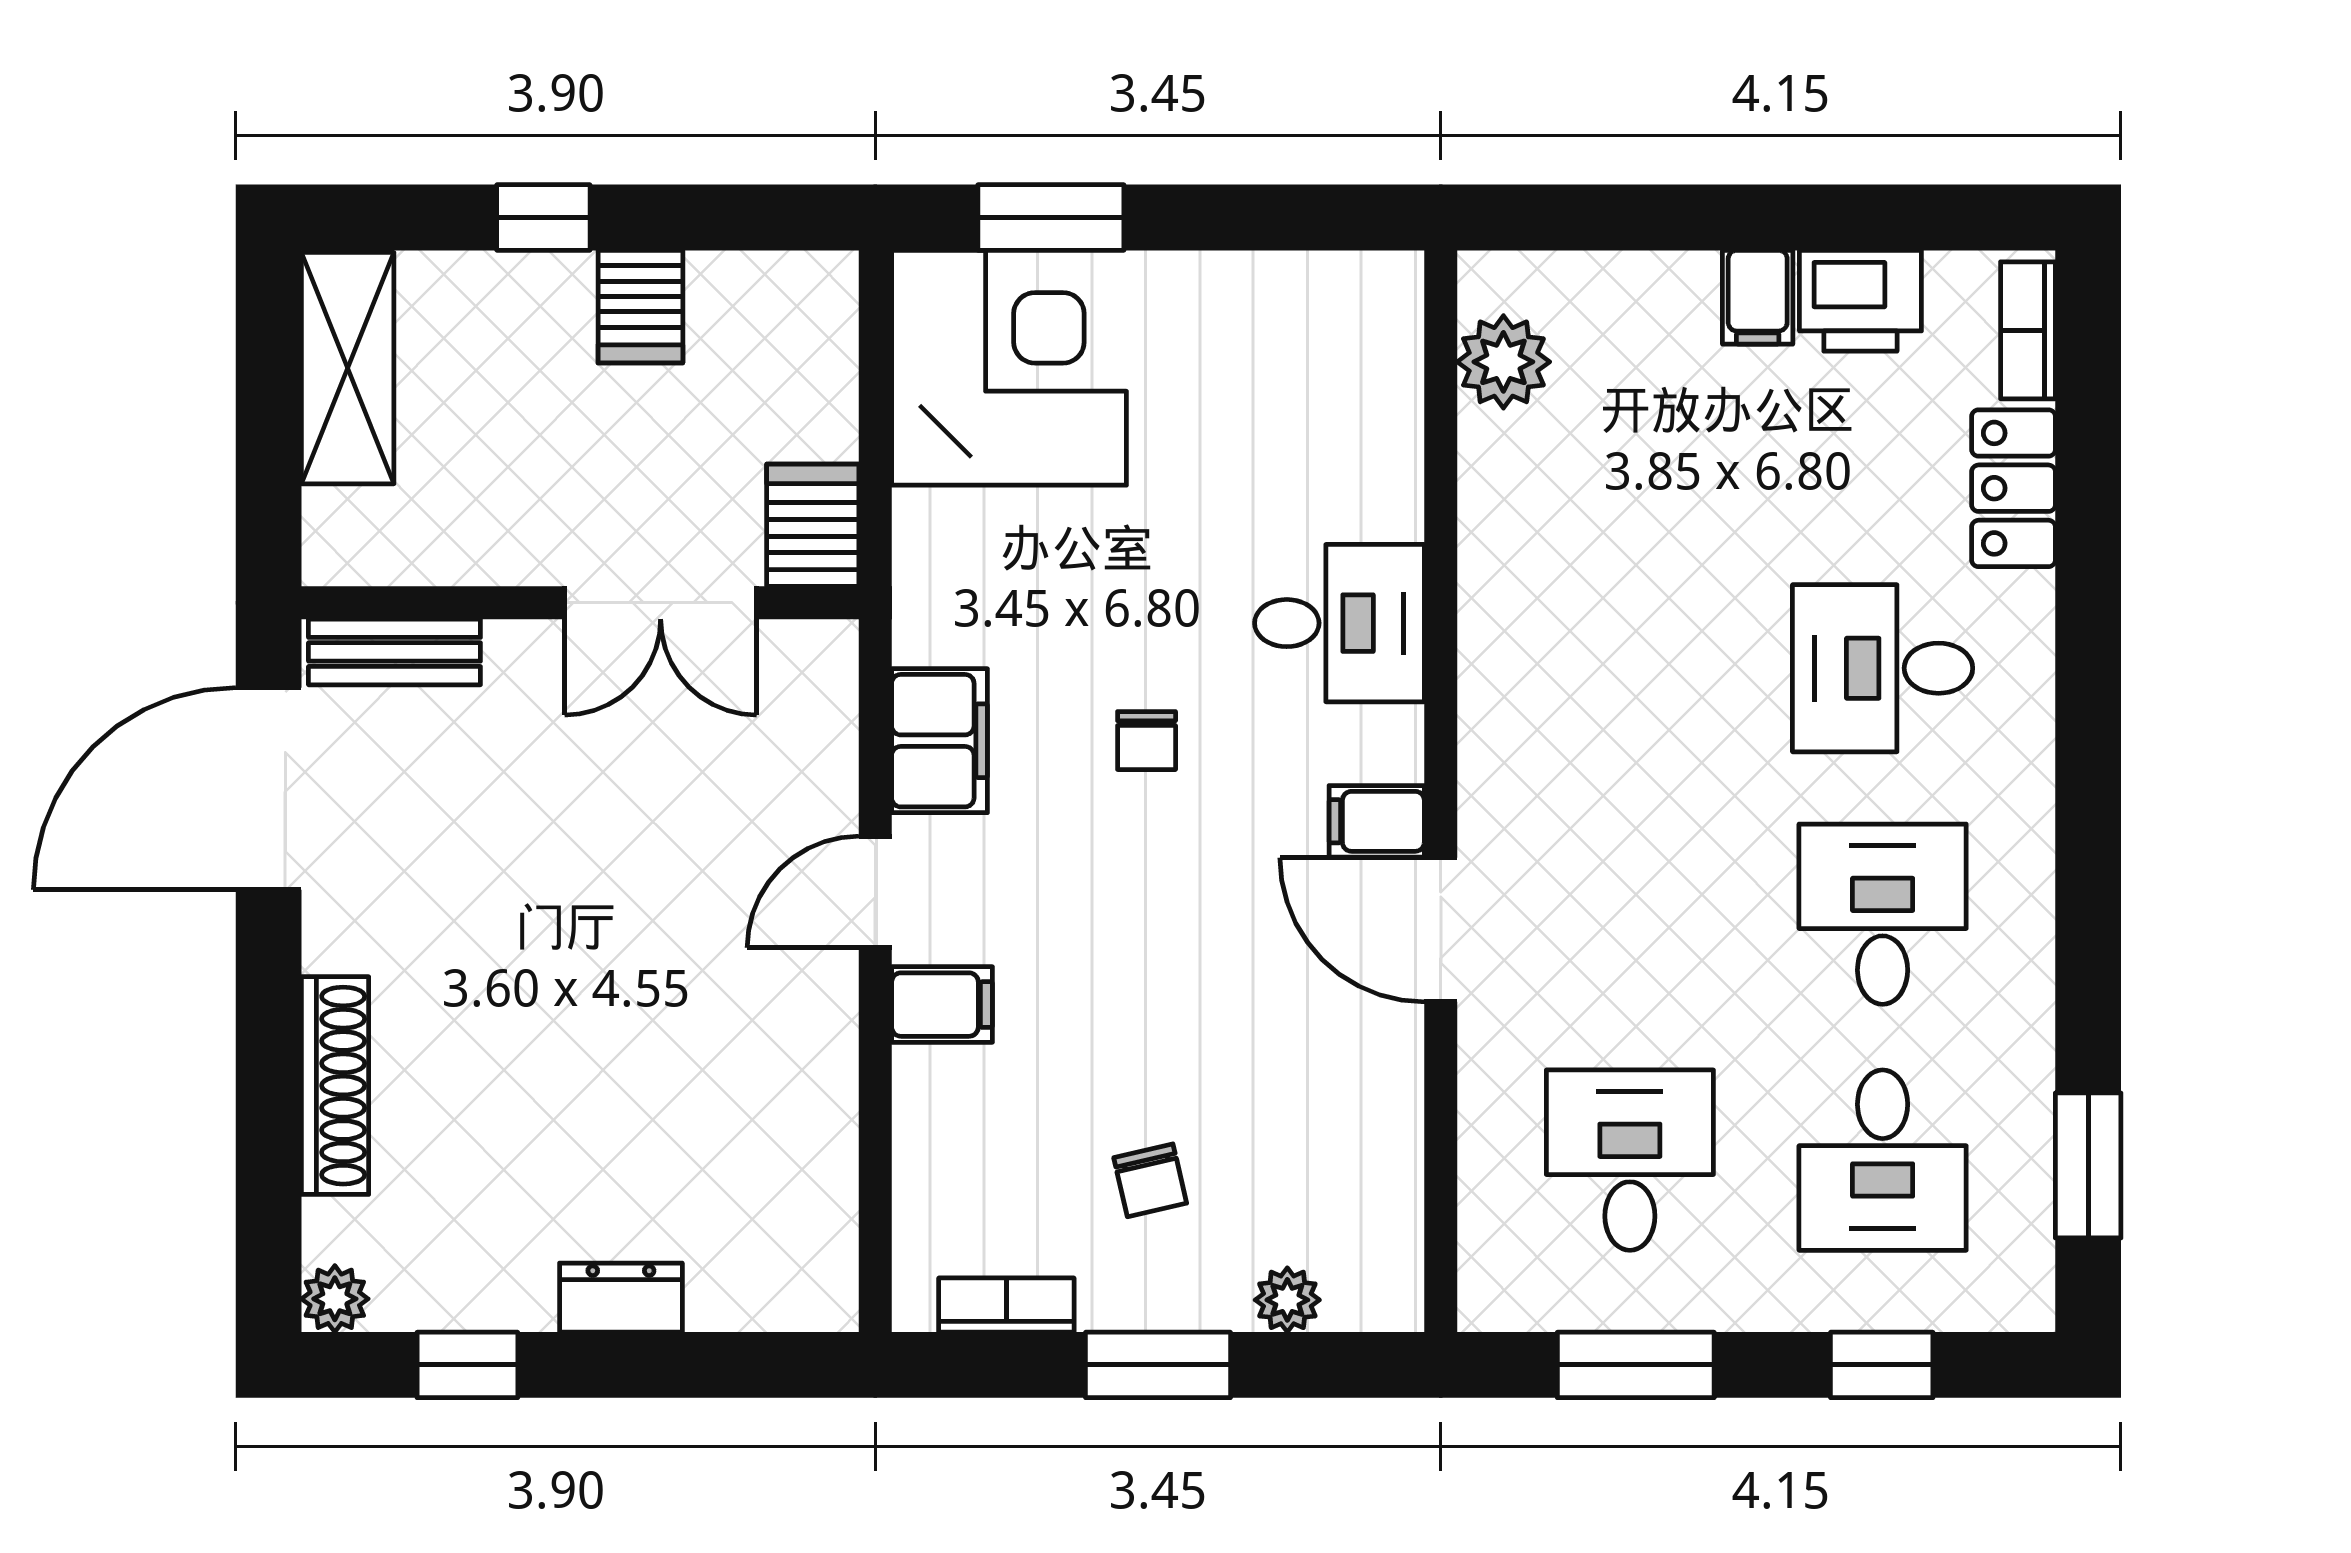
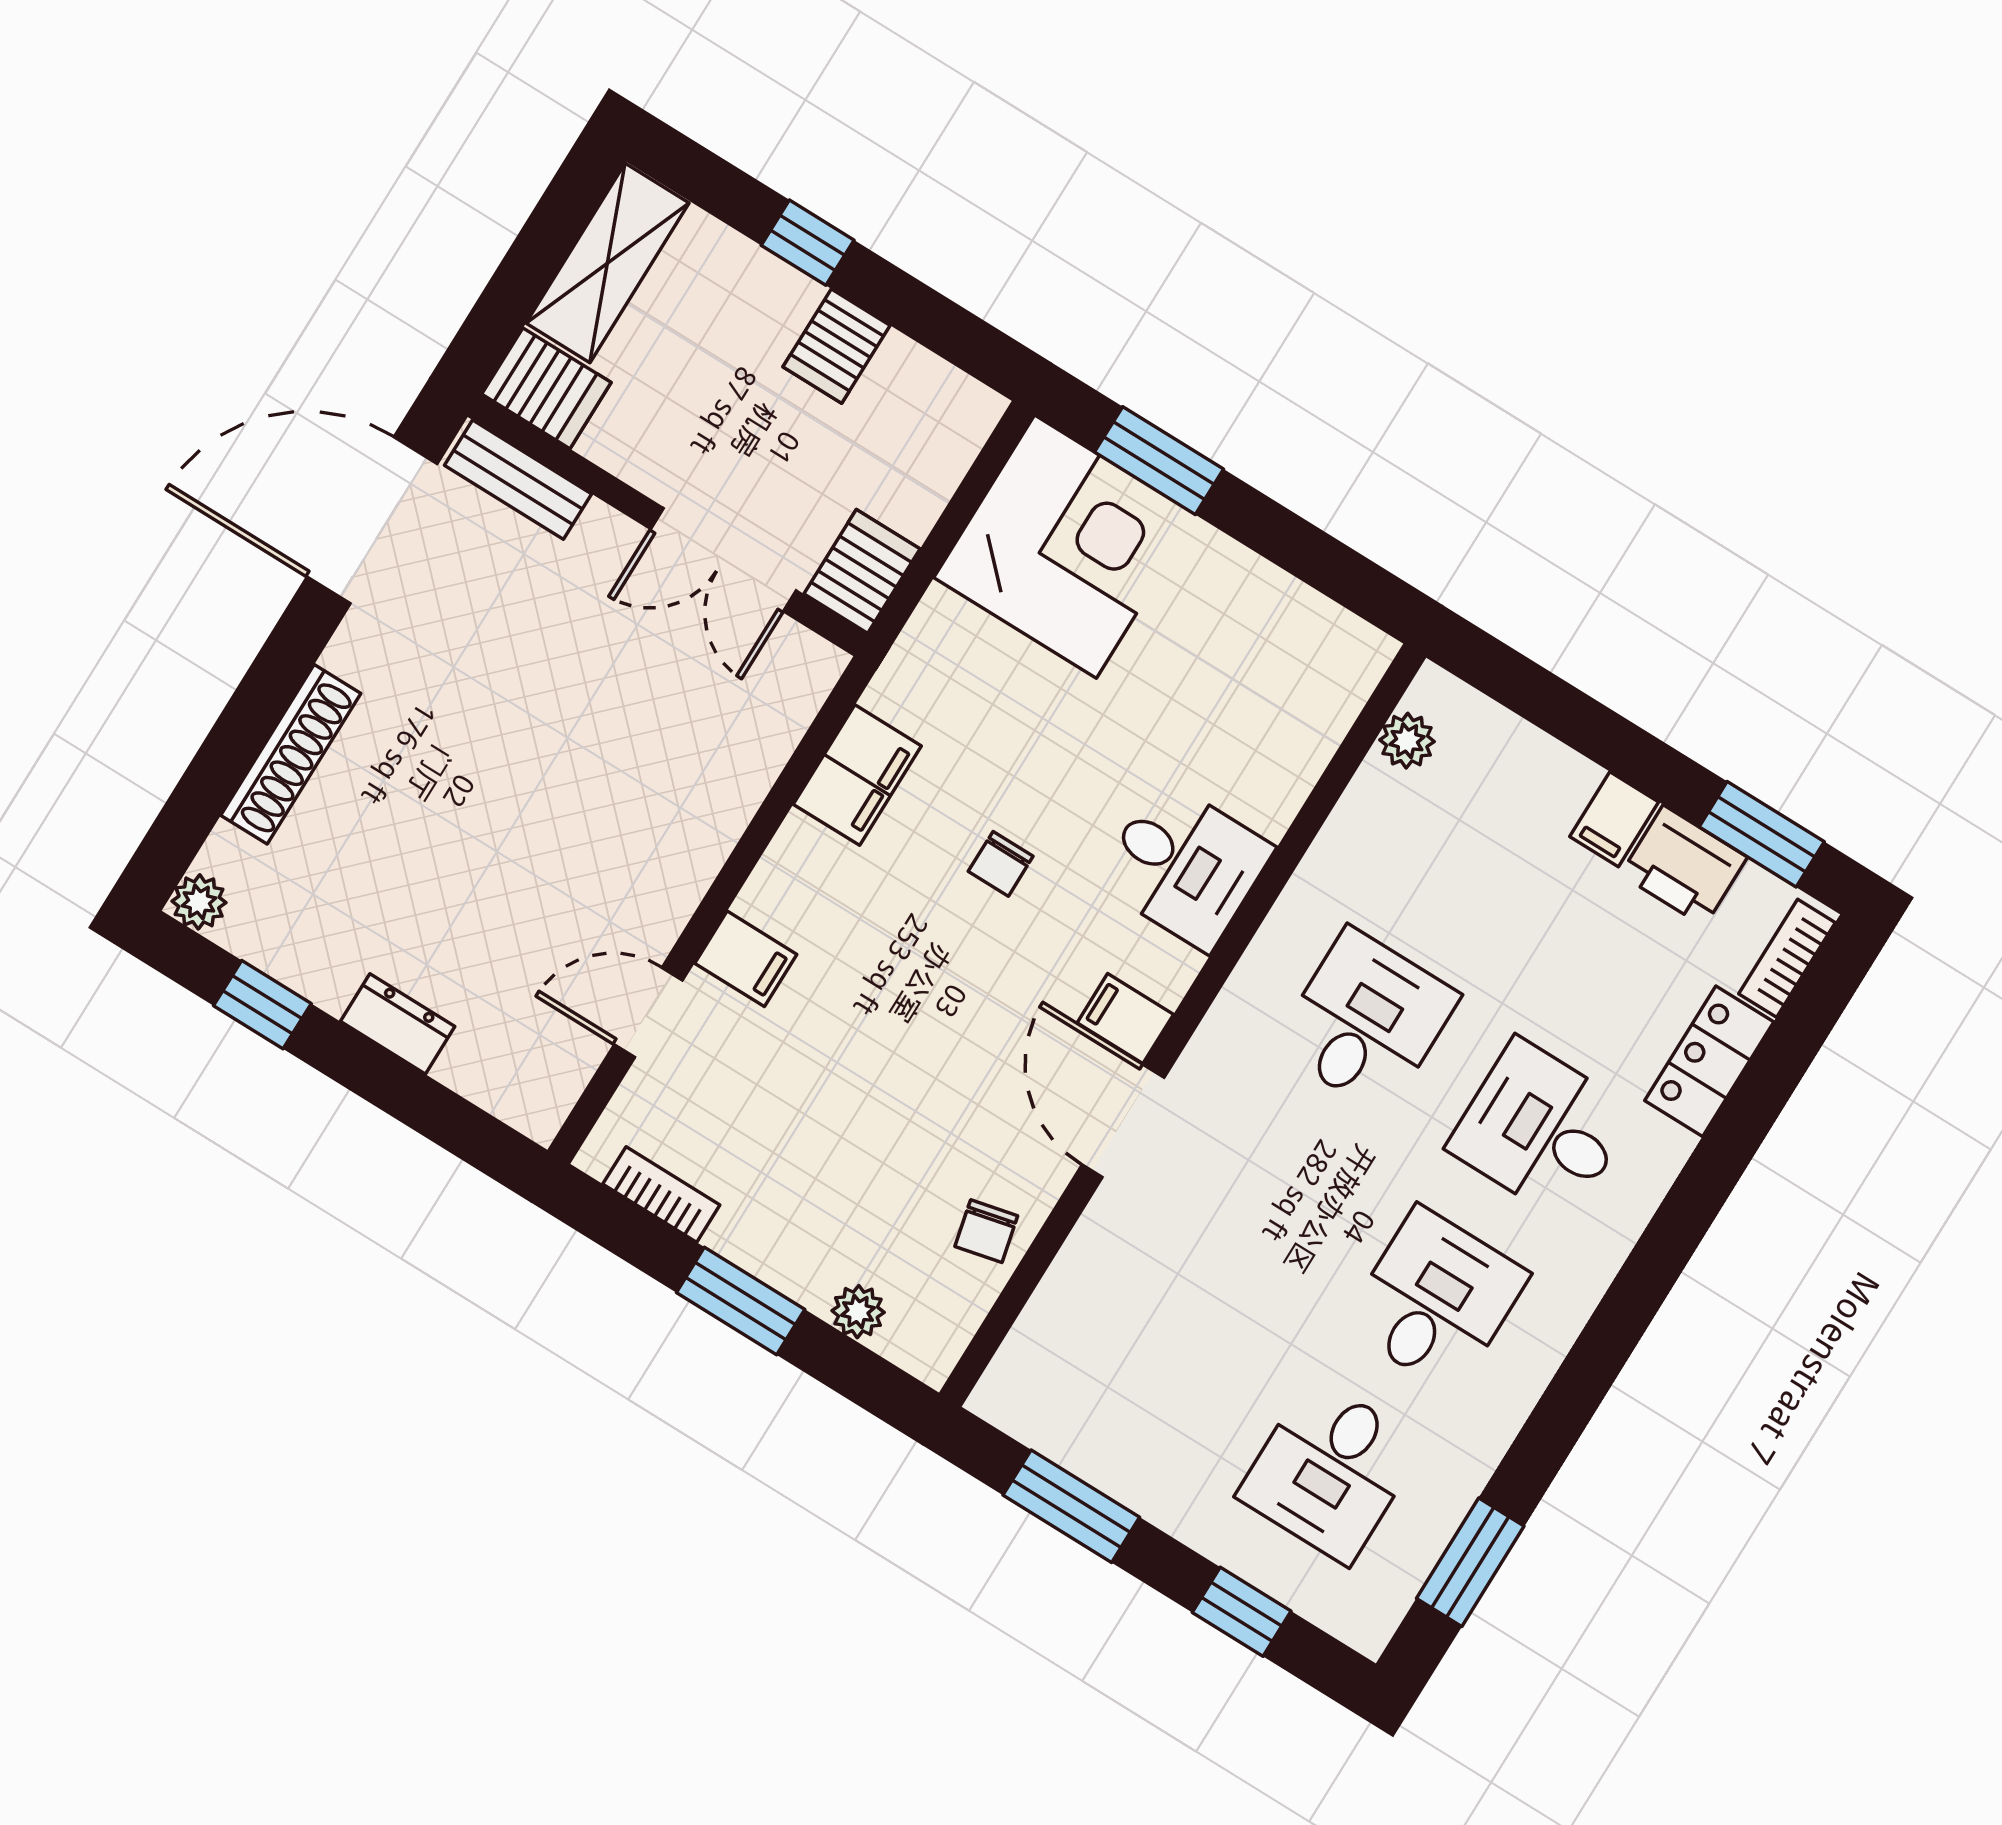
window: (1921, 218) -> (1762, 834), added
plant: (1503, 362) -> (1407, 741), width x0.73, depth x0.73
server rack: (365, 538) -> (546, 388), added
door: (875, 892) -> (648, 1012), moved
desk: (1630, 1160) -> (1366, 1021), moved
chair: (1150, 1180) -> (986, 1231), moved

